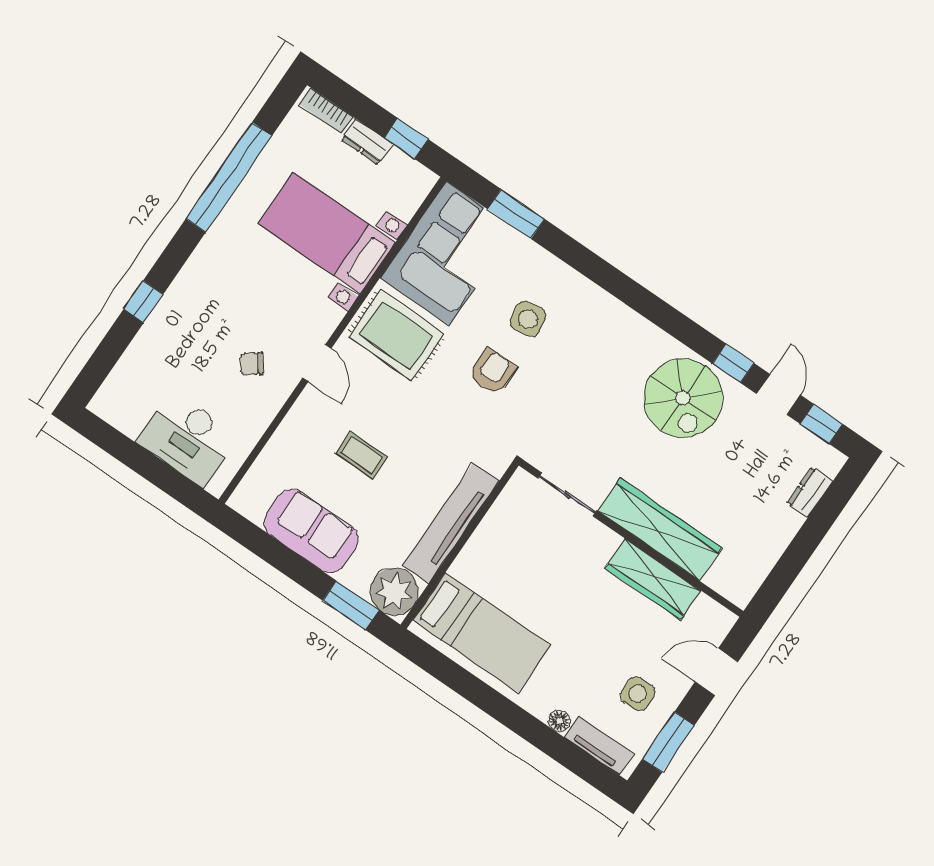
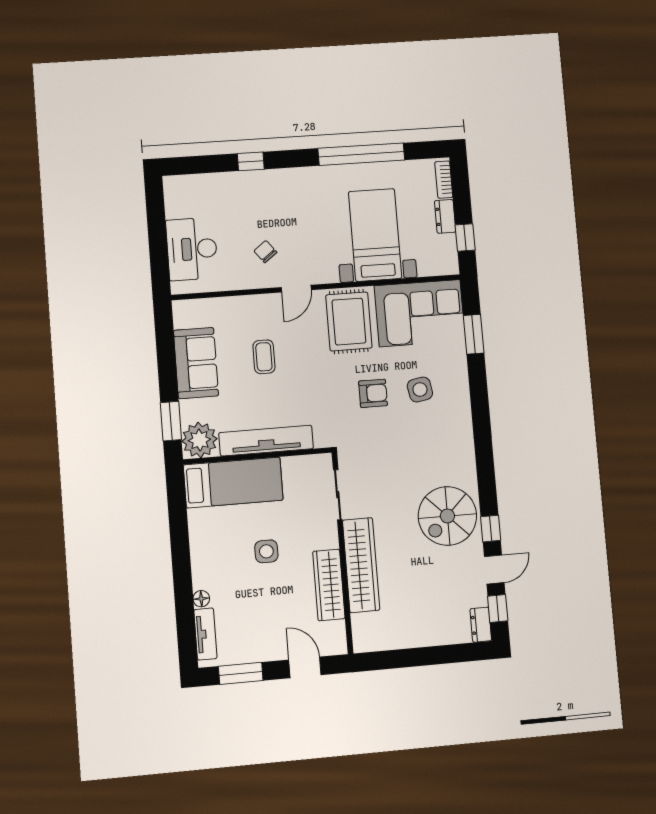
dresser: (810, 492) -> (481, 625), moved, turned -90
bed: (482, 633) -> (233, 482), moved, turned -90
side table: (638, 694) -> (266, 551), moved

